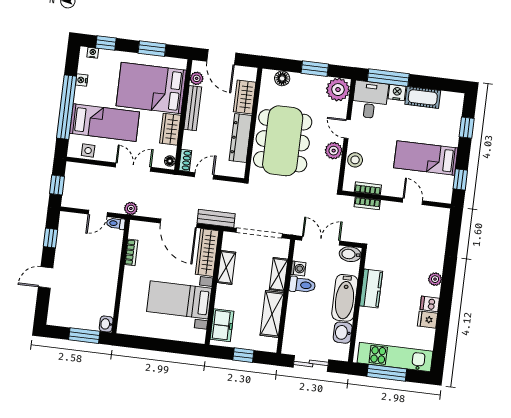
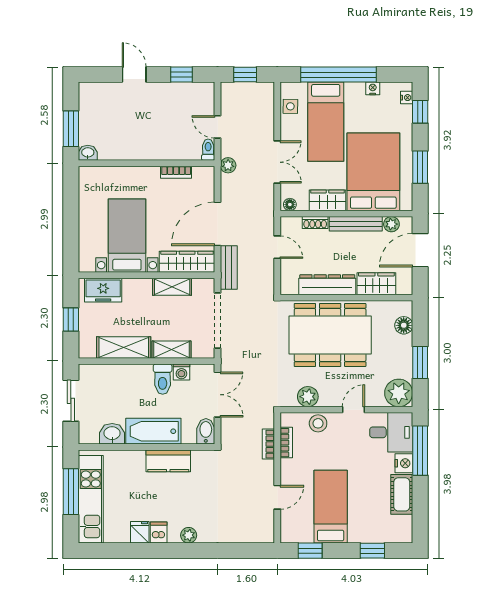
plant: (334, 151) -> (308, 397), moved
shoe rack: (185, 160) -> (315, 223), moved

